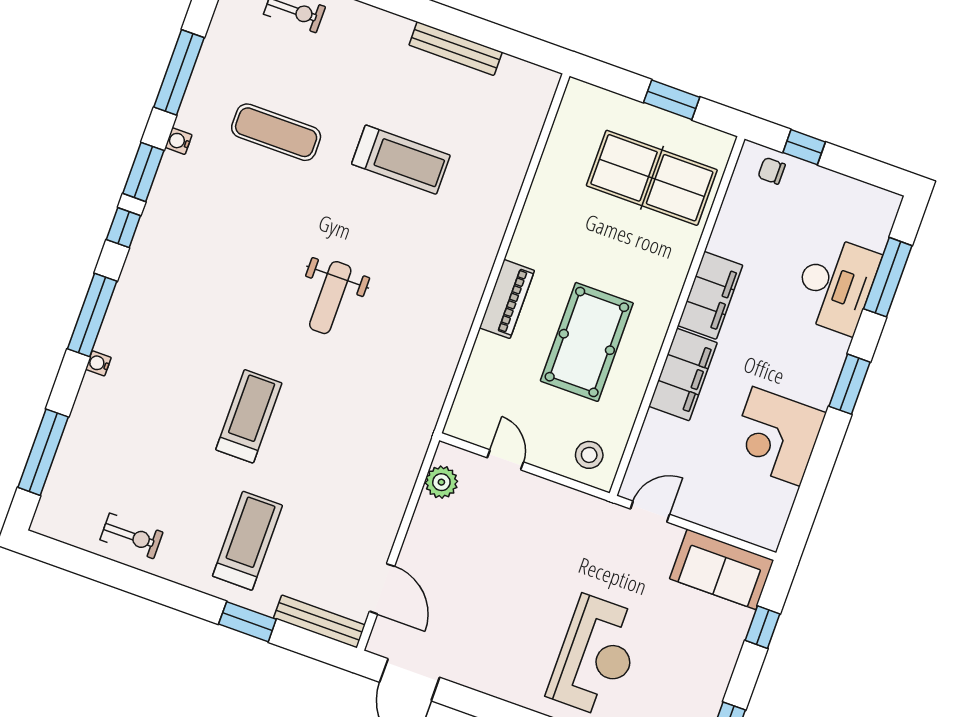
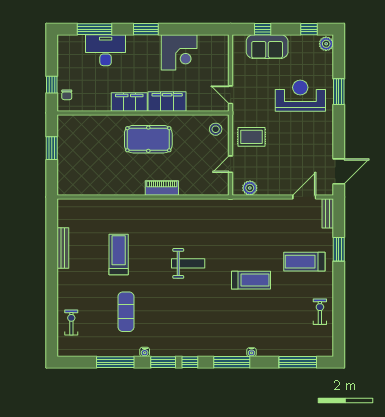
table tennis table: (652, 178) -> (88, 145), removed
pool table: (587, 342) -> (148, 139), moved
treadmill: (249, 416) -> (251, 280), turned 180
rug: (547, 524) -> (251, 137), added
sofa: (722, 569) -> (267, 47), moved, turned 90
bench: (319, 621) -> (328, 213), width x0.73

